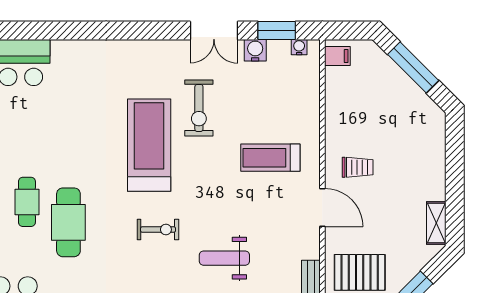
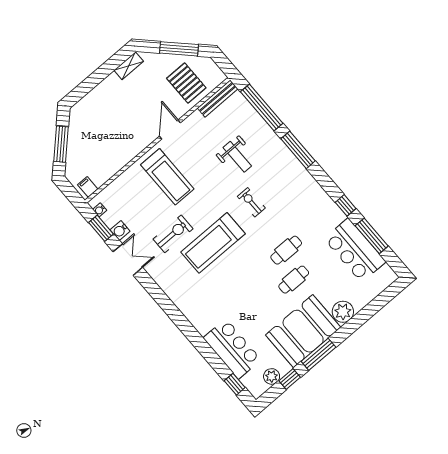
treadmill: (270, 158) -> (167, 177), width x1.37, depth x1.38
trolley: (358, 167) -> (135, 129), removed
cafe table: (68, 222) -> (286, 250), width x0.73, depth x0.74

